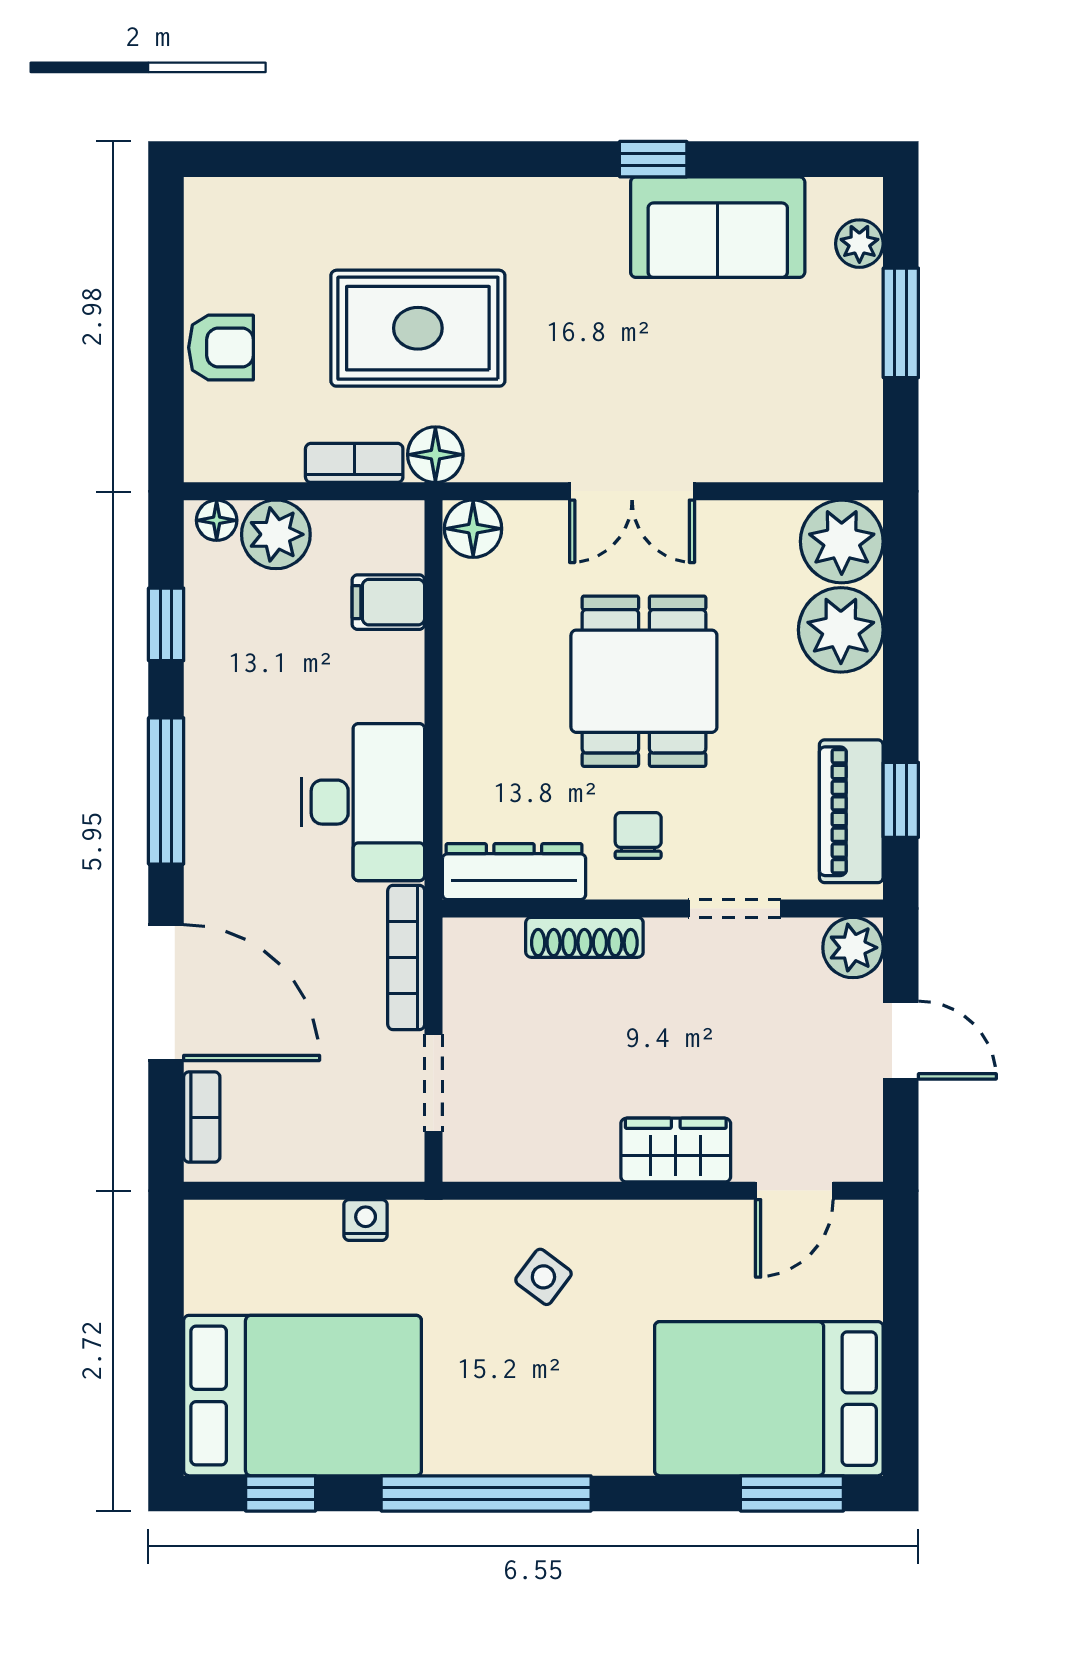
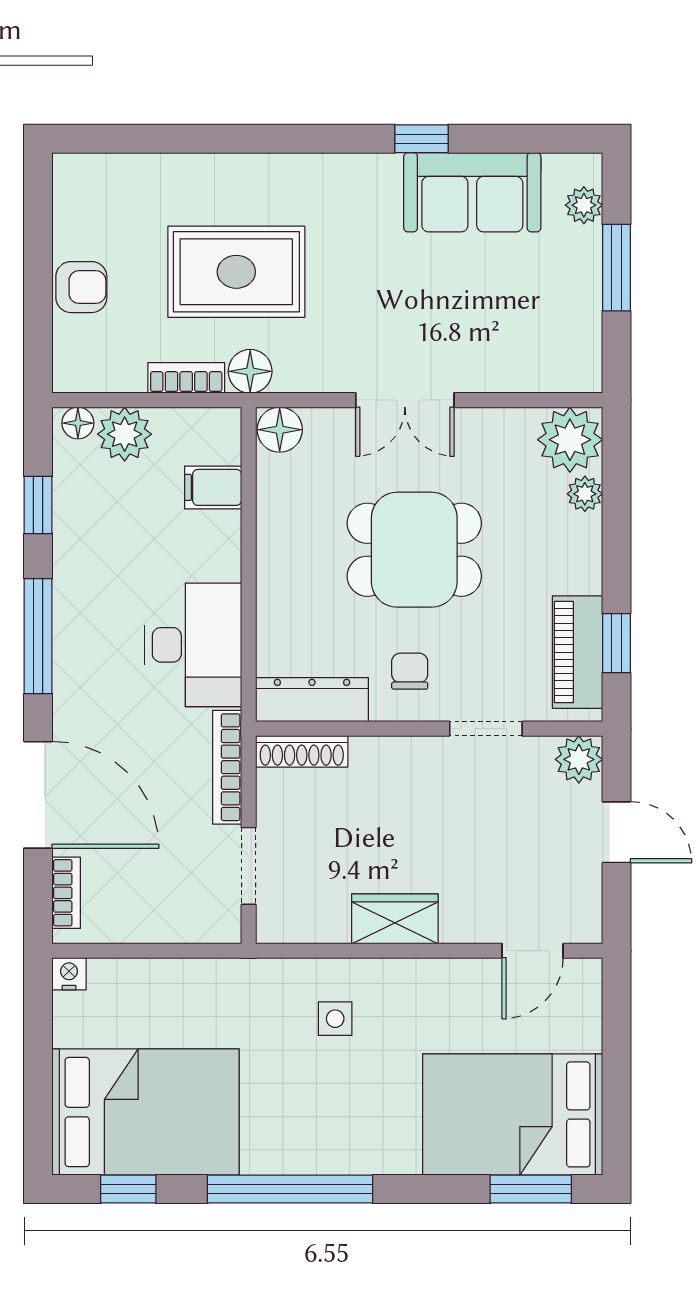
plant: (841, 630) -> (585, 494), width x0.53, depth x0.53
dining table: (644, 681) -> (414, 550), turned 90
shoe rack: (584, 937) -> (302, 751), moved
wardrobe: (676, 1150) -> (395, 919), moved
nightstand: (366, 1220) -> (69, 974), moved
side table: (543, 1277) -> (335, 1019), turned -37

